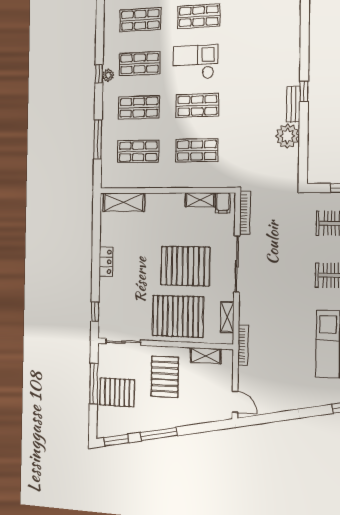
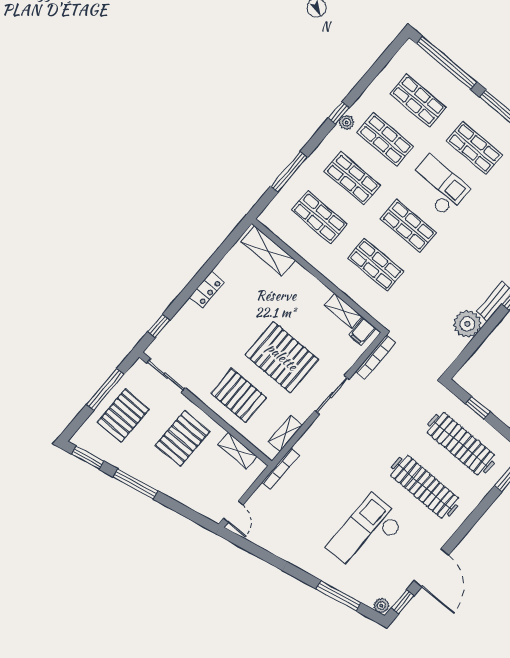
sliding door: (237, 264) -> (332, 395), width x0.73
pallet: (178, 316) -> (239, 395), width x0.73, depth x0.71
pallet: (117, 392) -> (123, 416), turned 90

